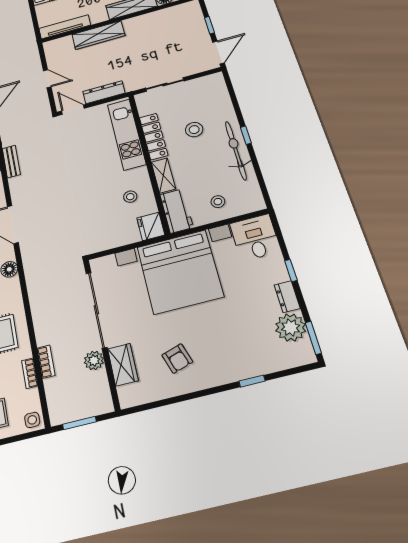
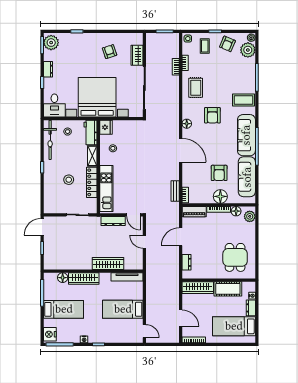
bicycle: (236, 150) -> (50, 140), moved
plant: (291, 328) -> (51, 43), moved
plant: (94, 360) -> (151, 61), removed

